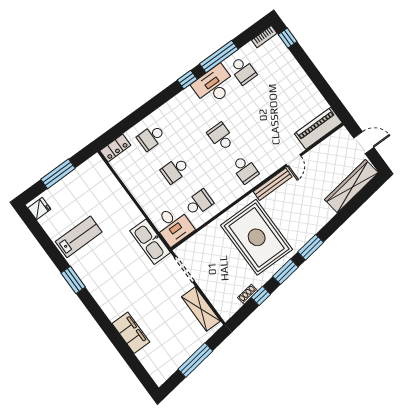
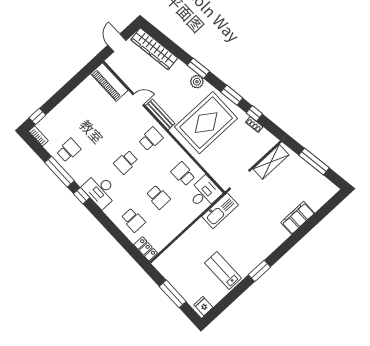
desk: (214, 86) -> (100, 190), moved
plant: (307, 232) -> (197, 82), added
window: (311, 247) -> (198, 68), moved

